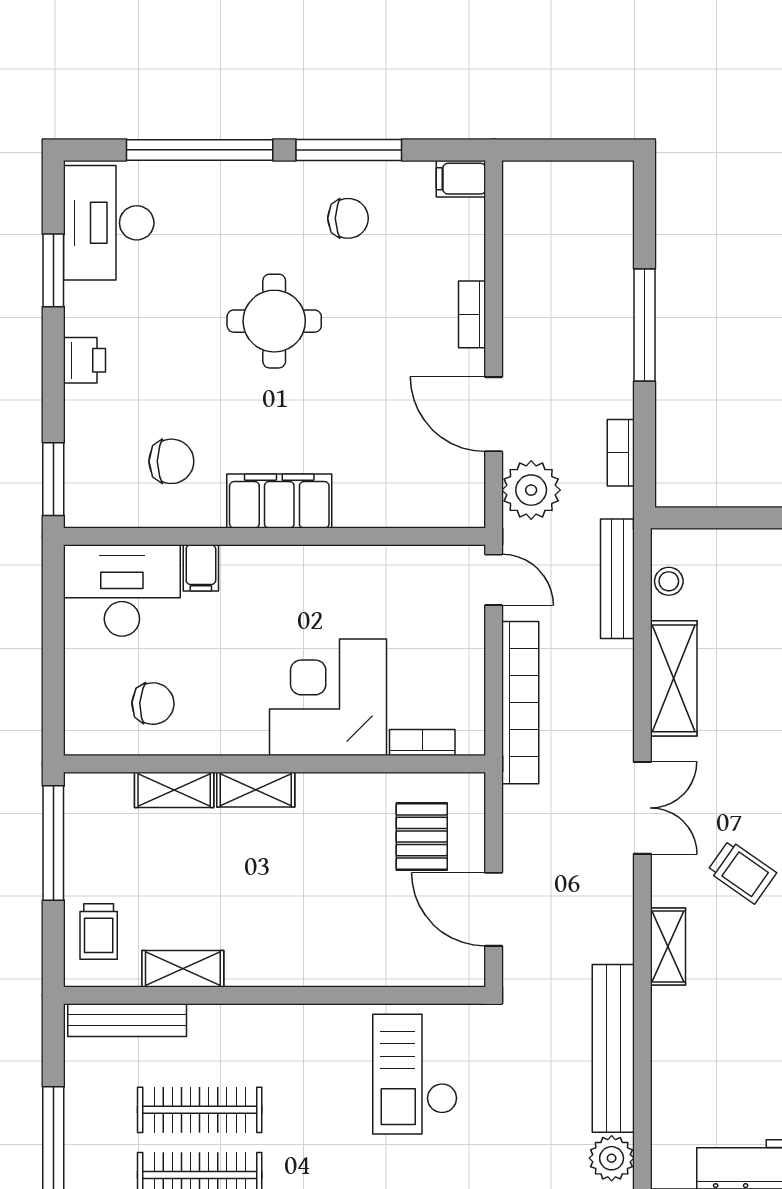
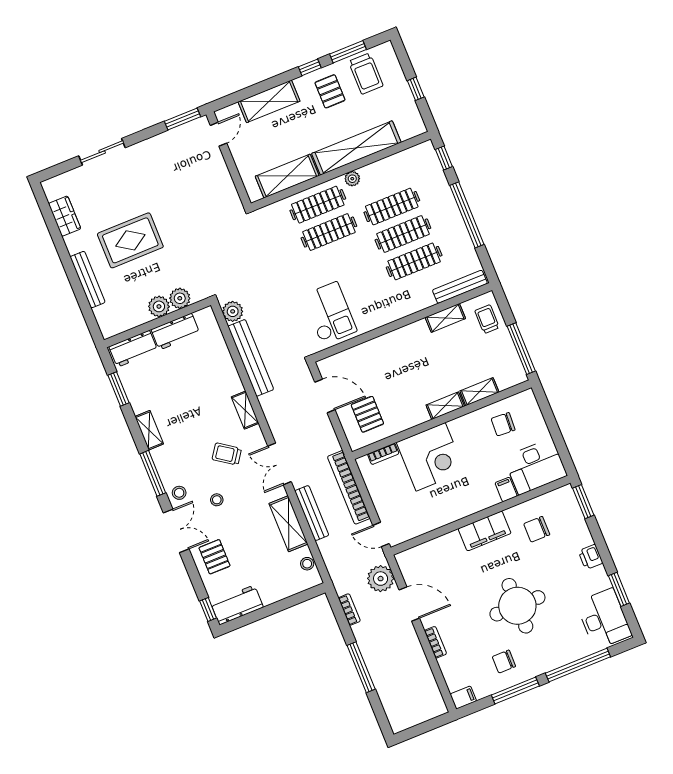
round table: (274, 321) -> (517, 606), width x1.36, depth x1.36
bench: (617, 579) -> (312, 513), moved

